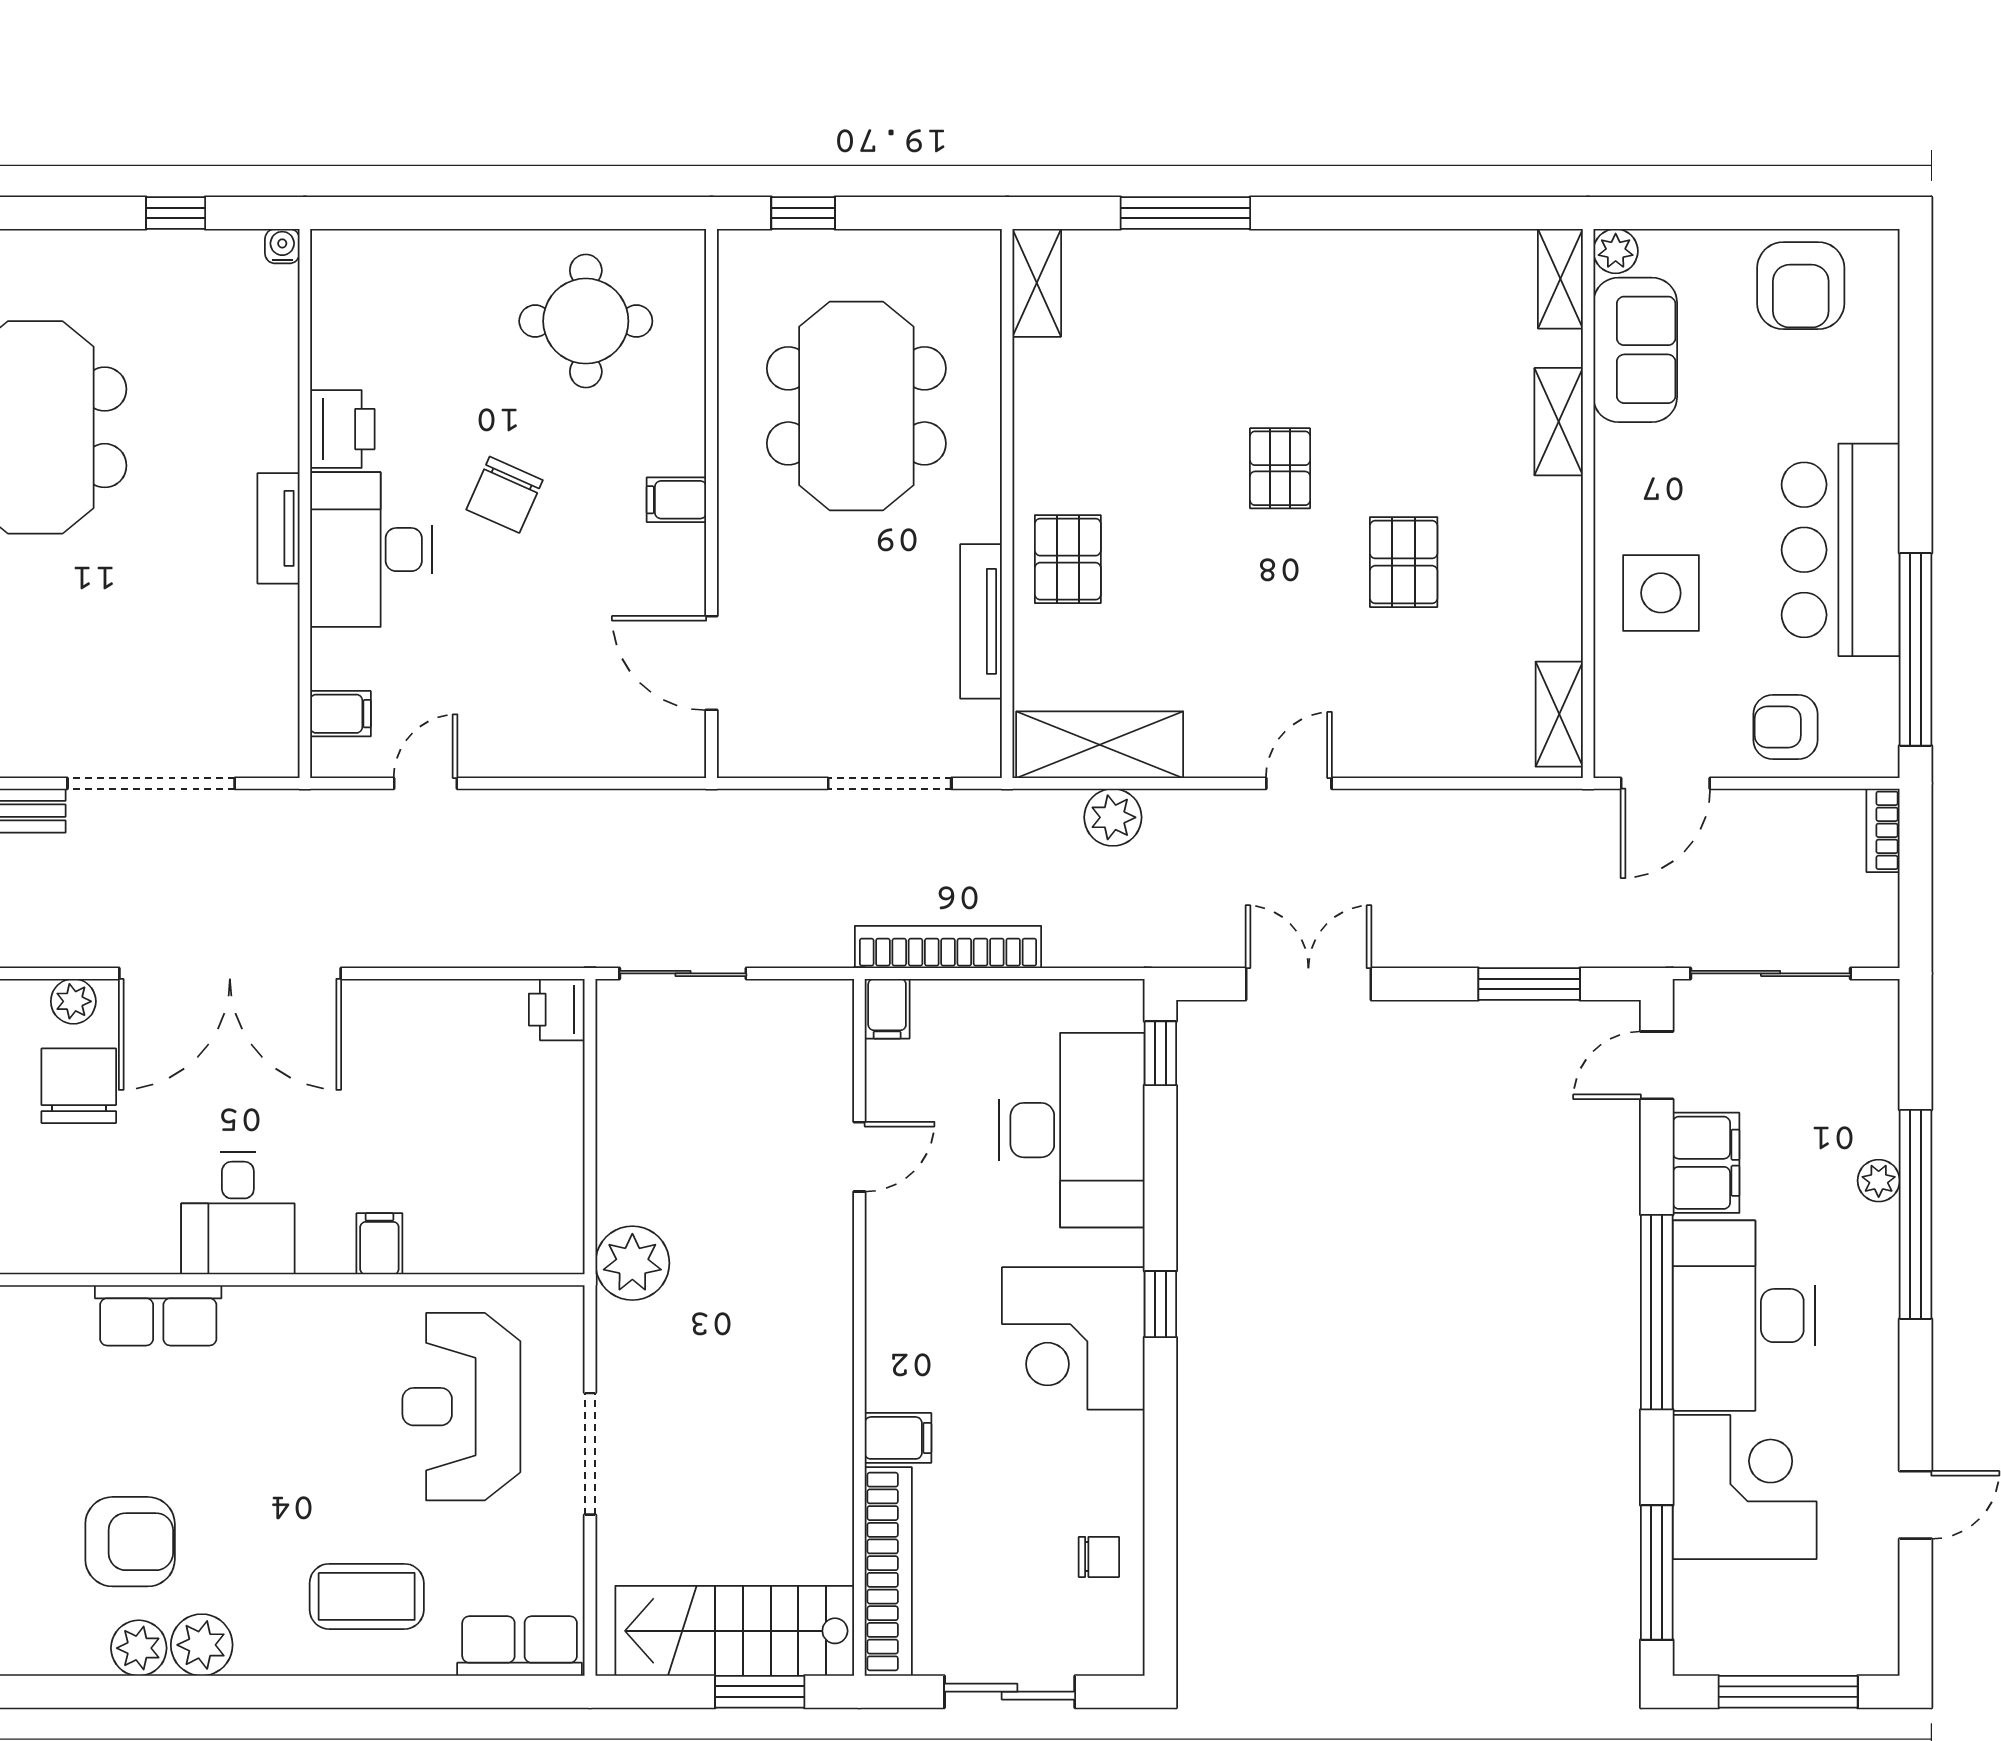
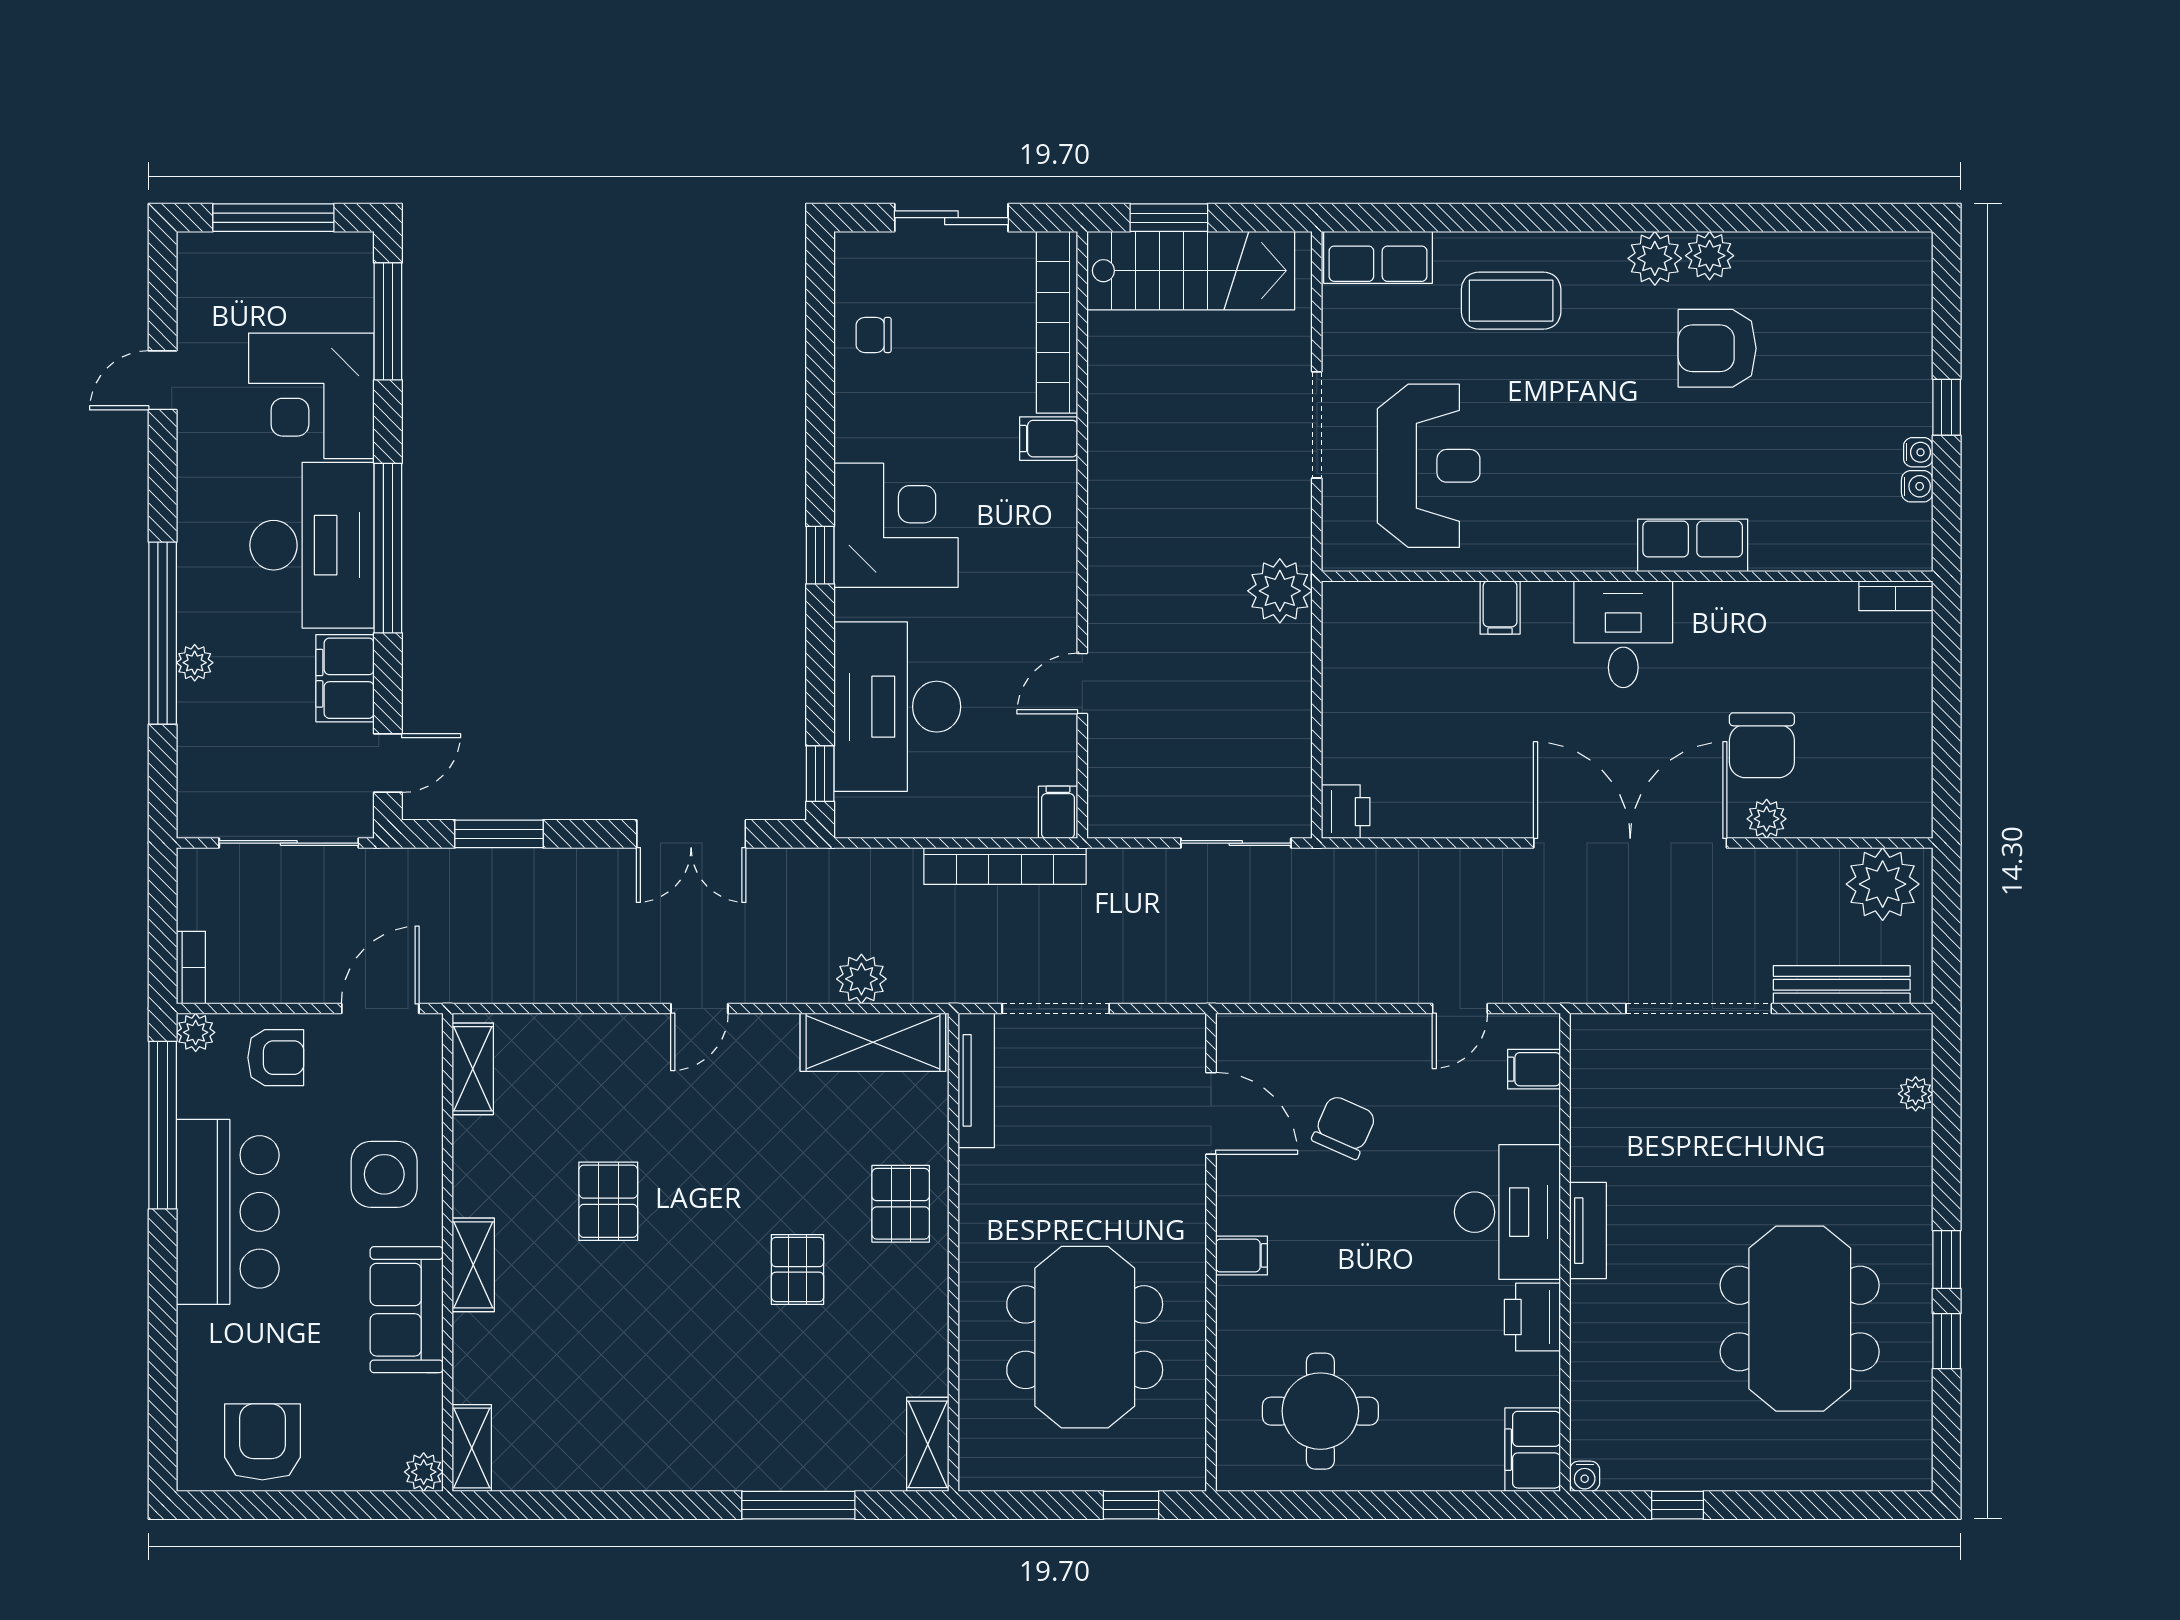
filing cabinet: (342, 277) -> (1533, 1450), added
sofa: (1635, 350) -> (407, 1310), moved
shelving: (1559, 422) -> (473, 1265), moved
pallet: (1280, 468) -> (798, 1269), moved
chair: (504, 495) -> (1344, 1127), moved
tv unit: (981, 621) -> (976, 1080), moved
plant: (1878, 756) -> (196, 1032), added

